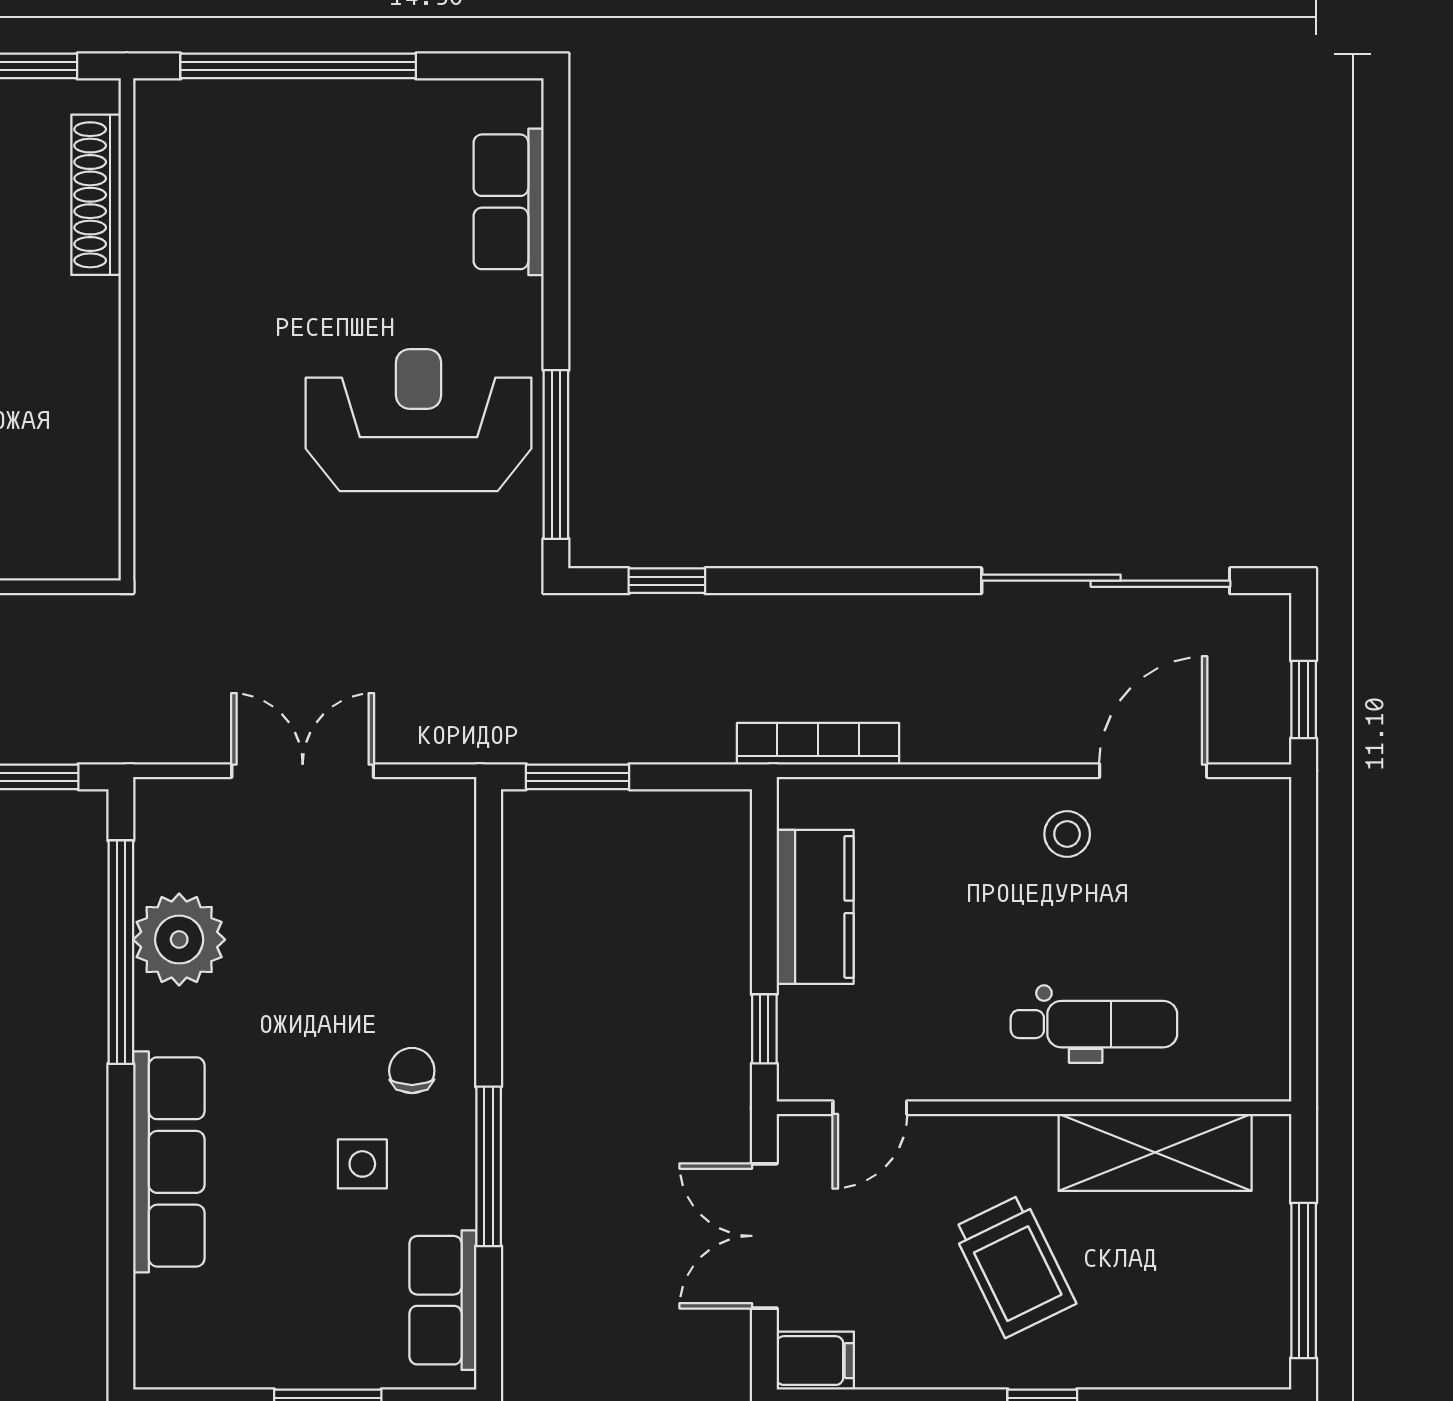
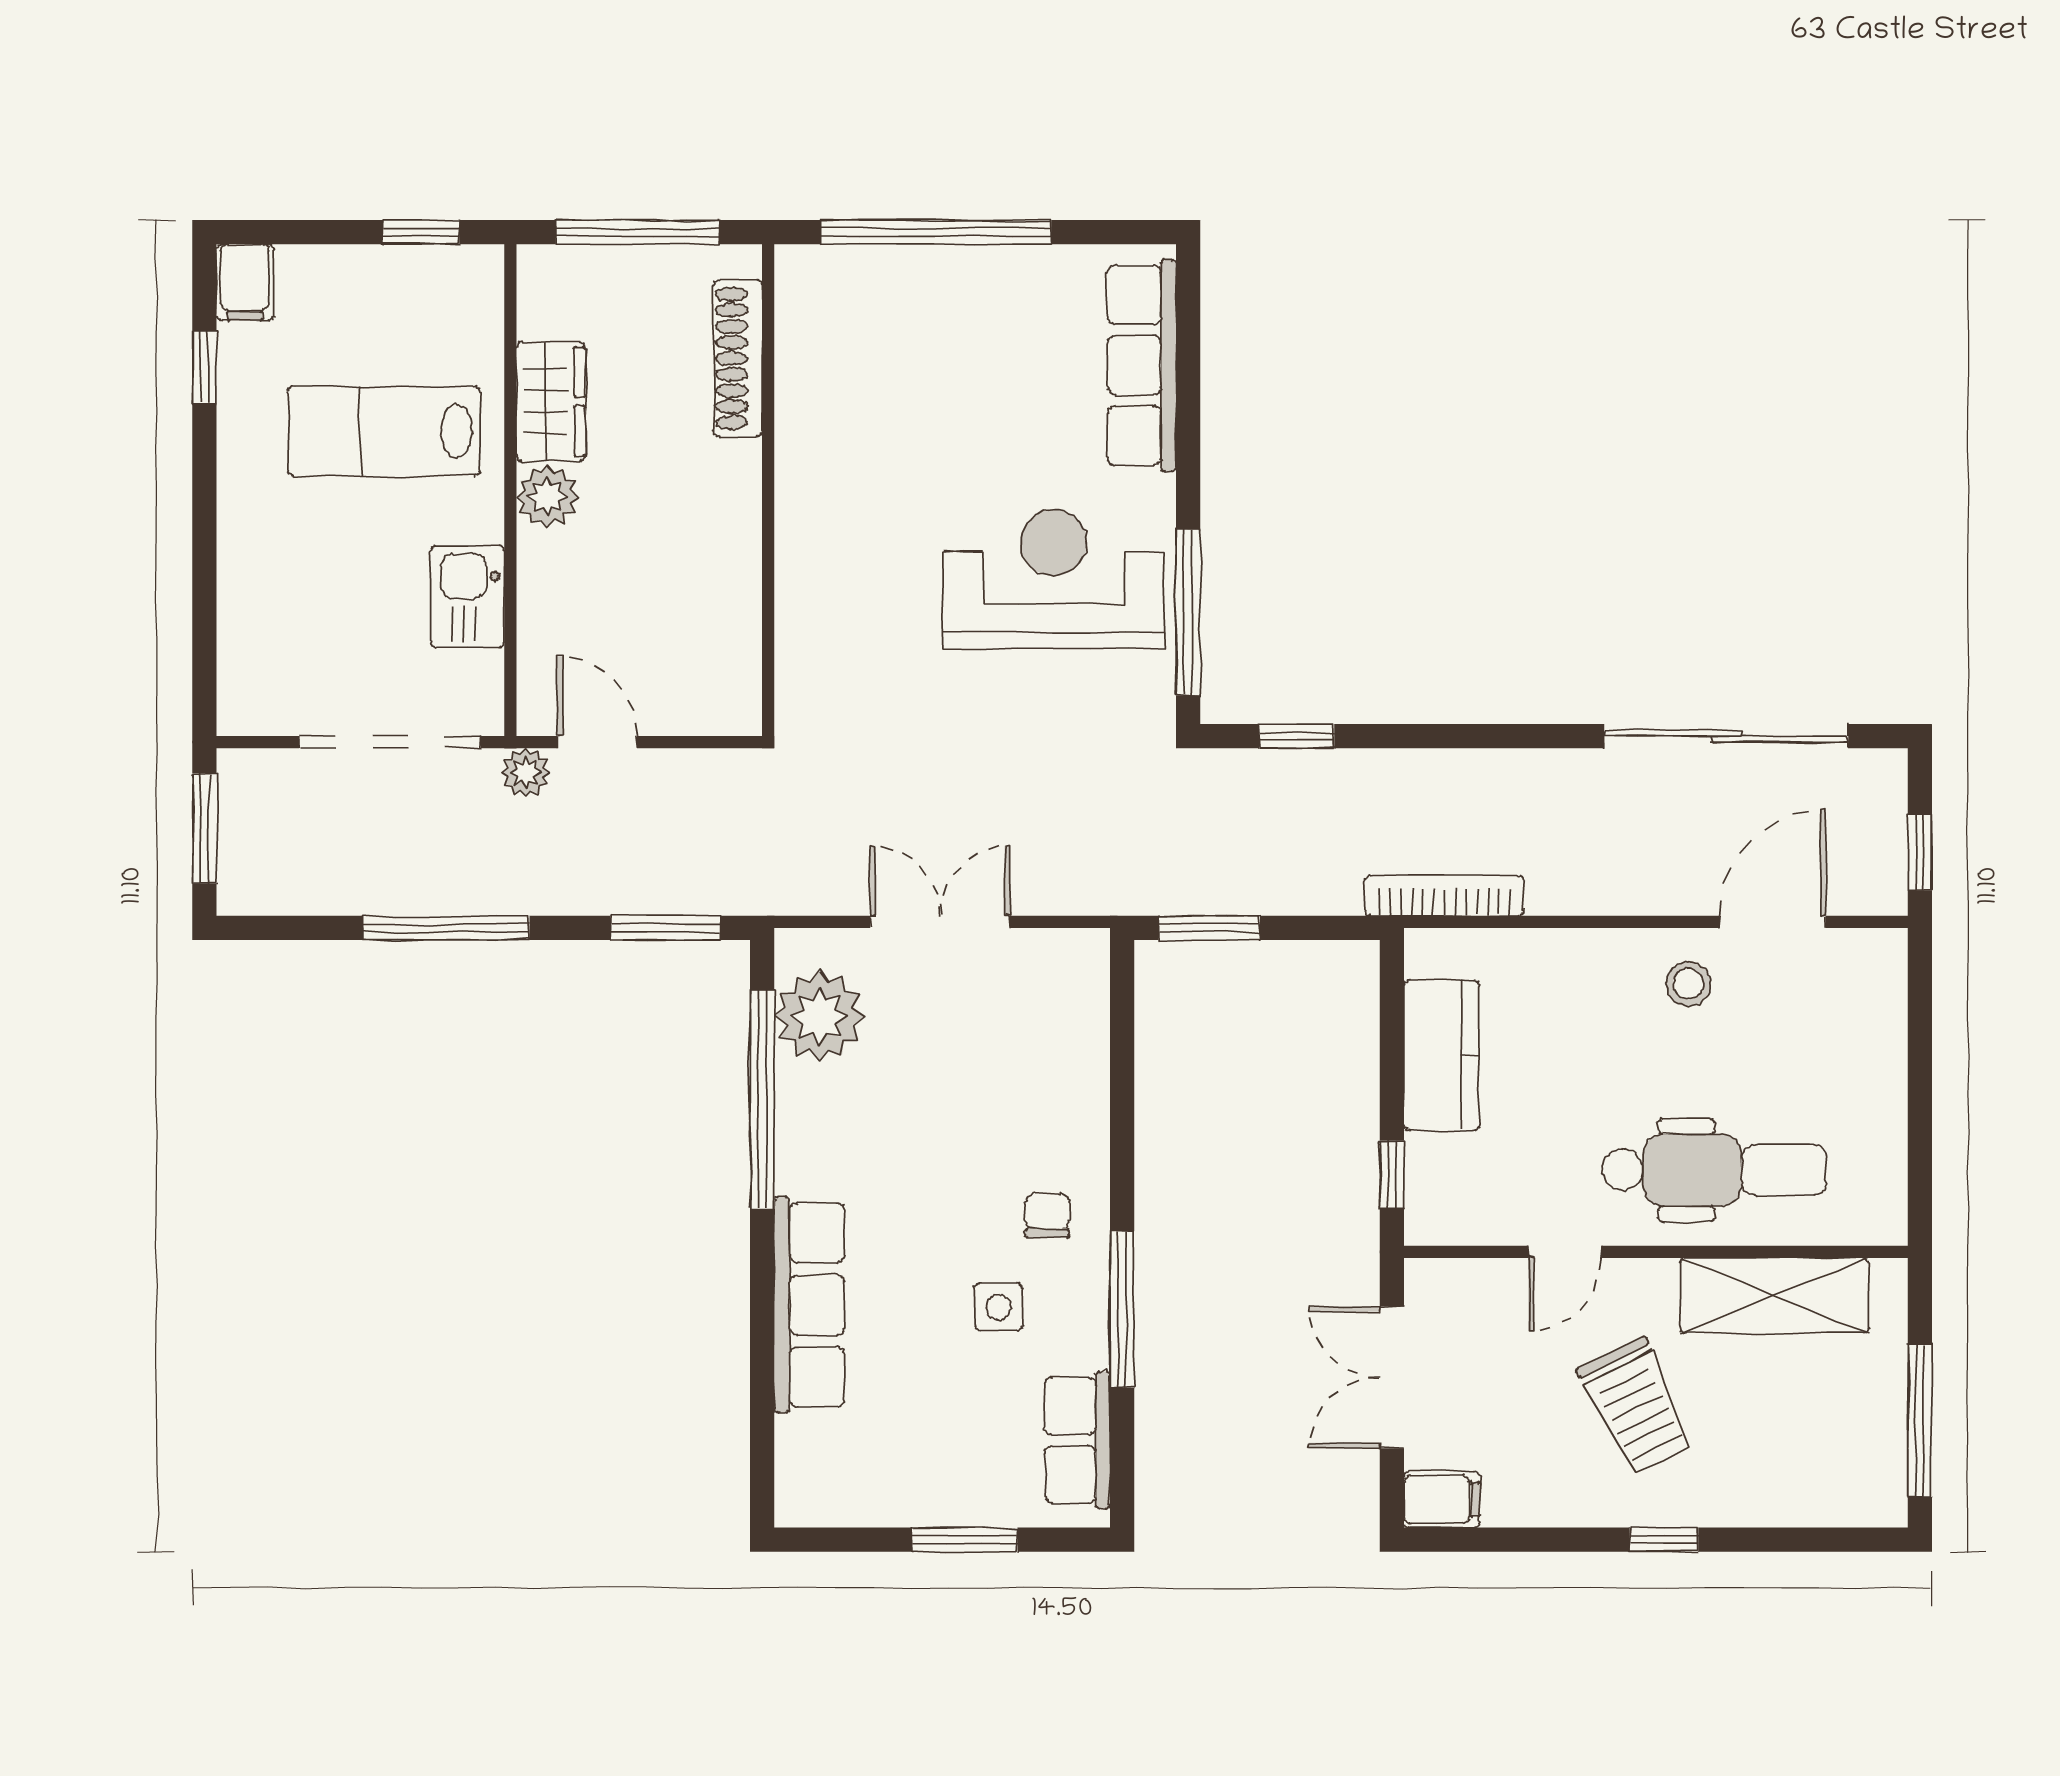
row of seats: (509, 202) -> (1142, 365), width x1.48
plant: (179, 940) -> (819, 1016), moved
dental chair: (1094, 1024) -> (1715, 1170), width x1.36, depth x1.38
door: (870, 1108) -> (1565, 1252), moved

